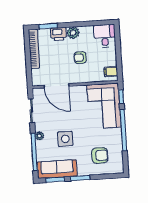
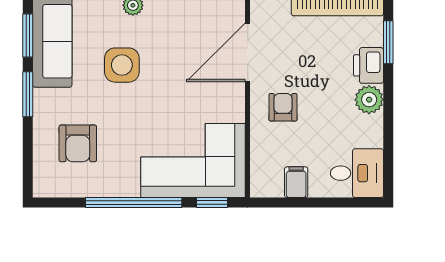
armchair: (80, 58) -> (283, 107), moved
filing cabinet: (111, 72) -> (296, 182), moved

